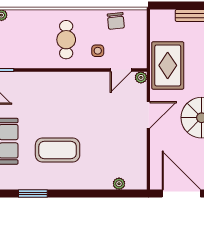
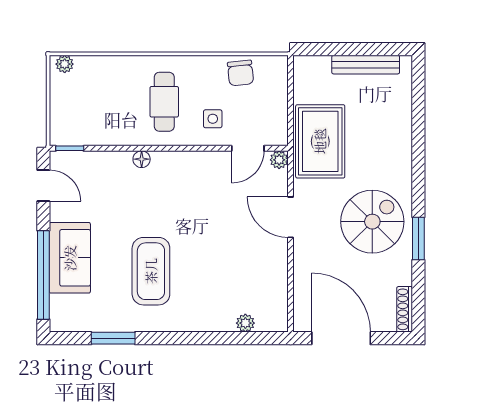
floor lamp: (51, 77) -> (142, 159), added
door: (148, 115) -> (291, 217), swing flipped
coffee table: (58, 150) -> (151, 271), turned 90

